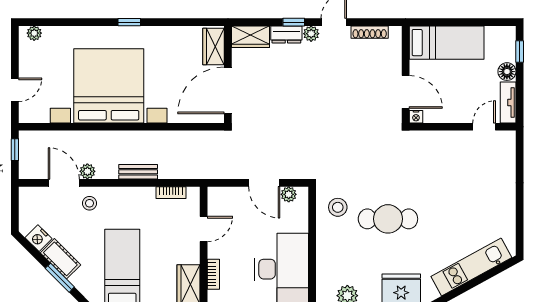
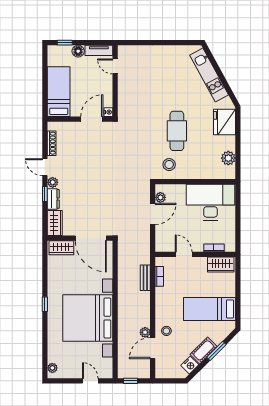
bench: (138, 172) -> (145, 278), moved

